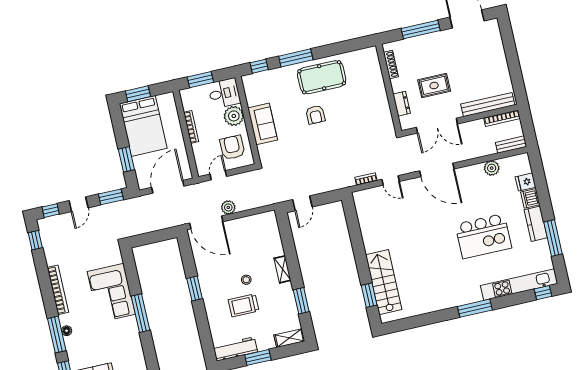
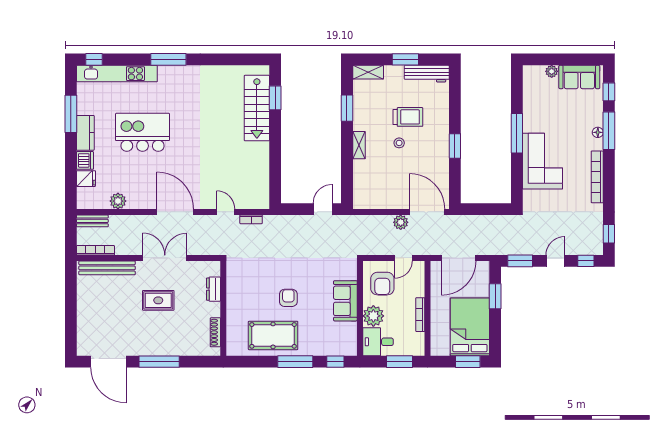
shoe rack: (391, 65) -> (215, 332), moved
wall: (389, 88) -> (223, 308), moved
dresser: (402, 104) -> (214, 289), moved

